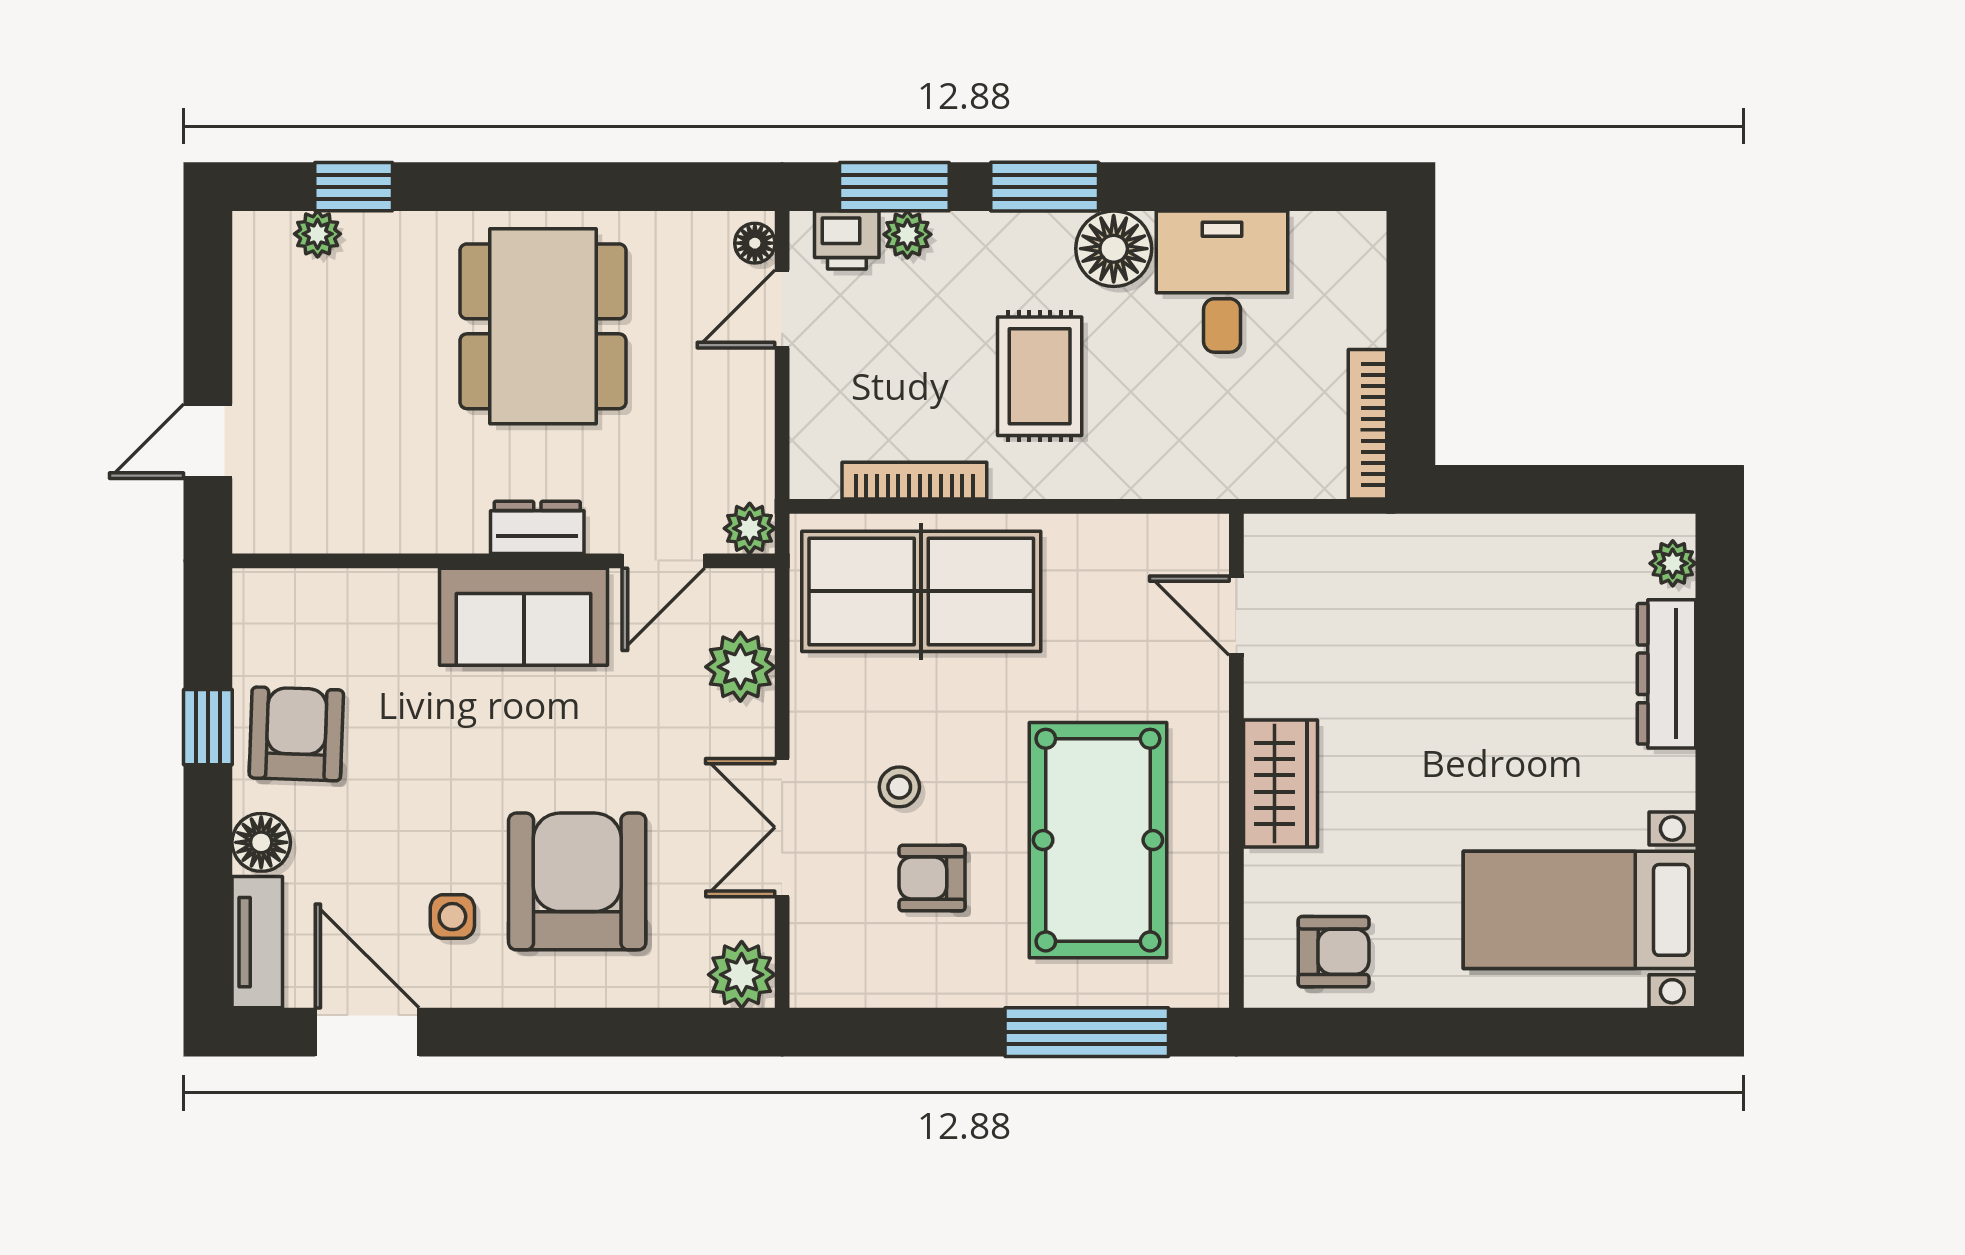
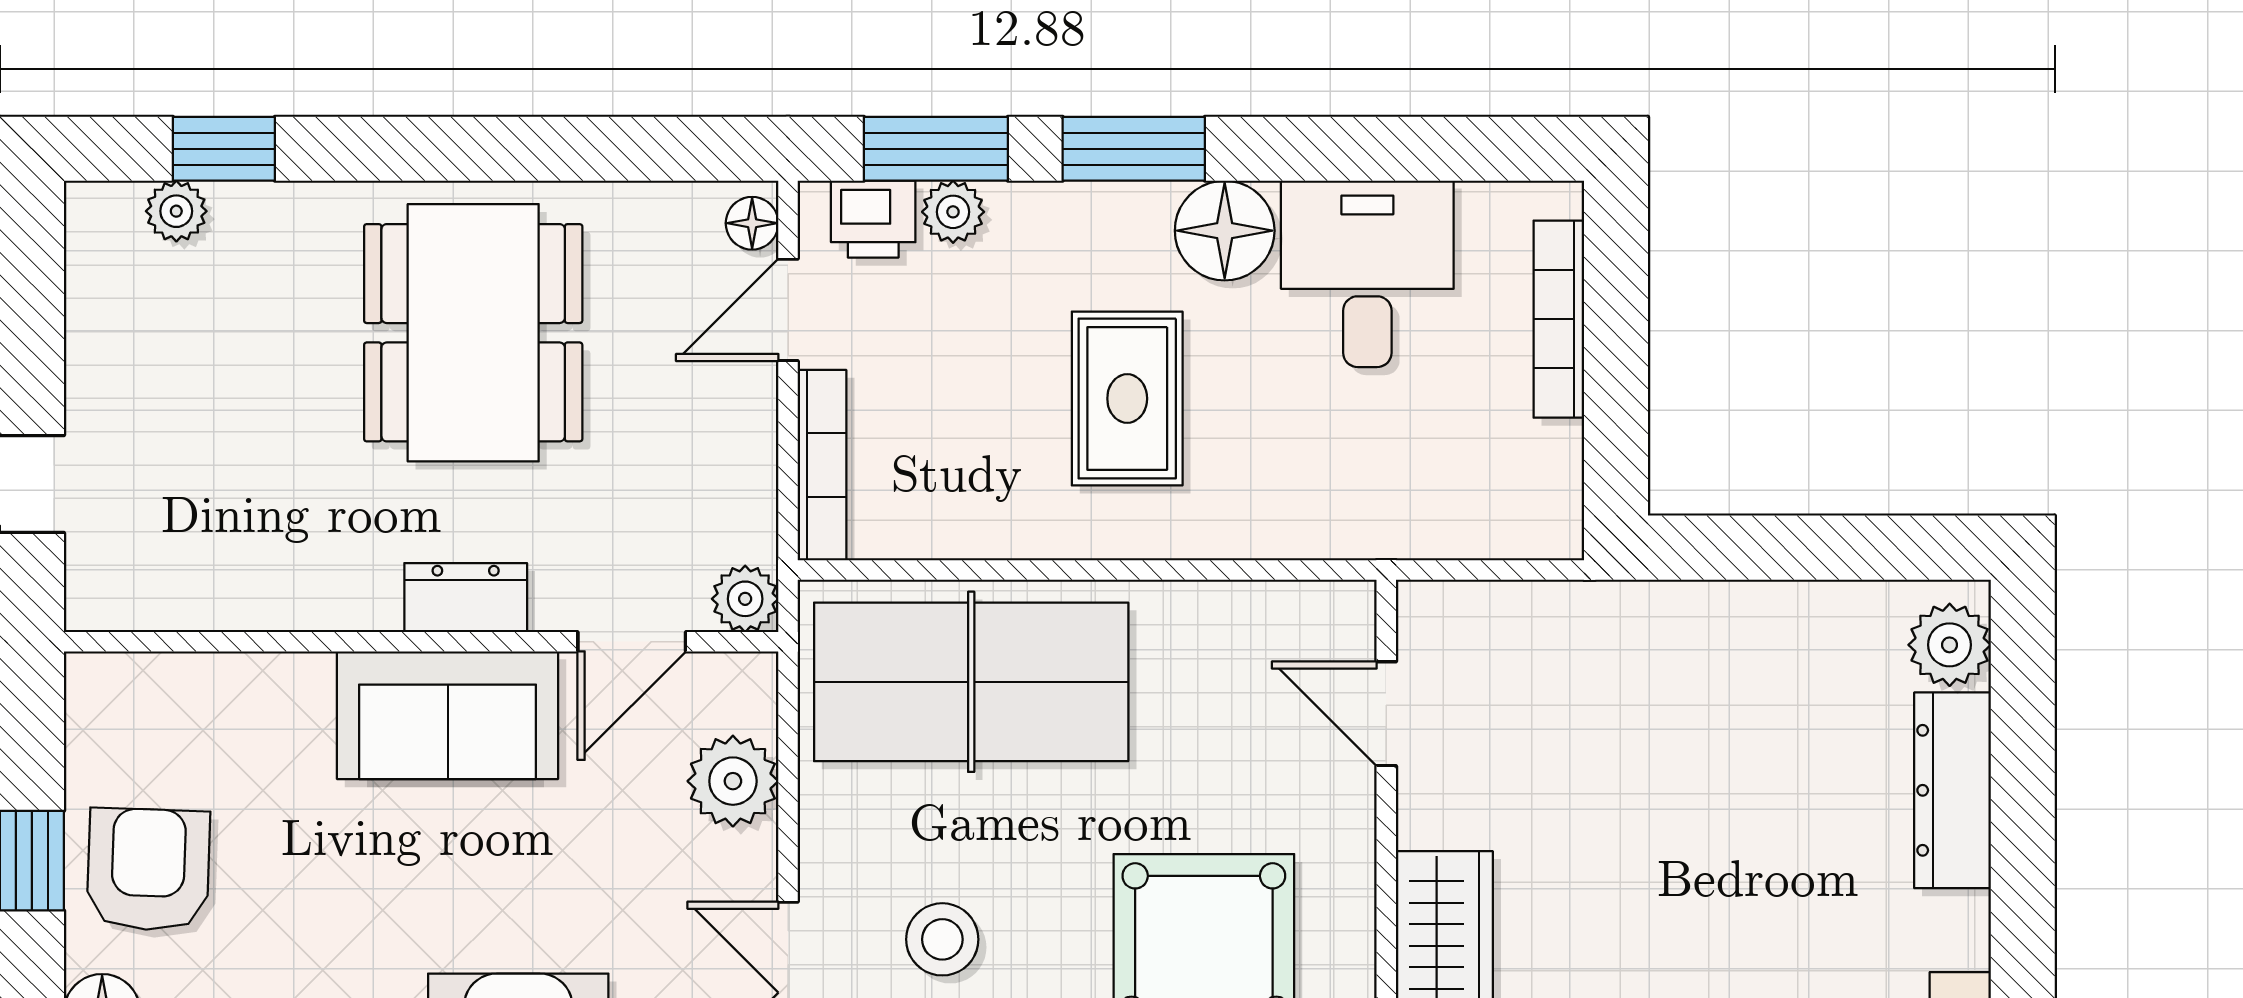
bookcase: (1367, 424) -> (1559, 319), moved
bookcase: (914, 481) -> (822, 465), moved, turned 90
plant: (1673, 563) -> (1950, 645), width x1.38, depth x1.38
stool: (899, 787) -> (942, 939), width x1.37, depth x1.37

